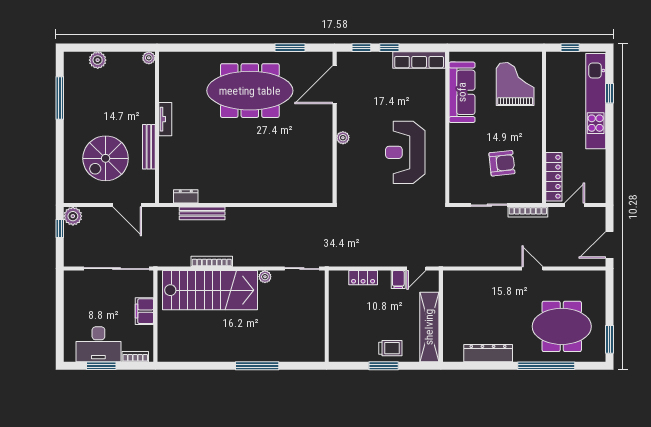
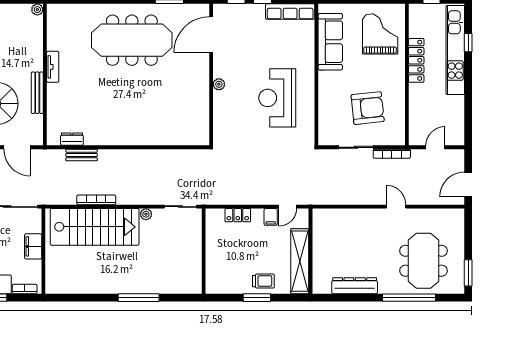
armchair: (502, 163) -> (368, 108), width x1.36, depth x1.36
locker: (554, 177) -> (416, 60), moved
bench: (202, 213) -> (82, 155), width x0.73
meeting table: (562, 326) -> (424, 261), turned 90

